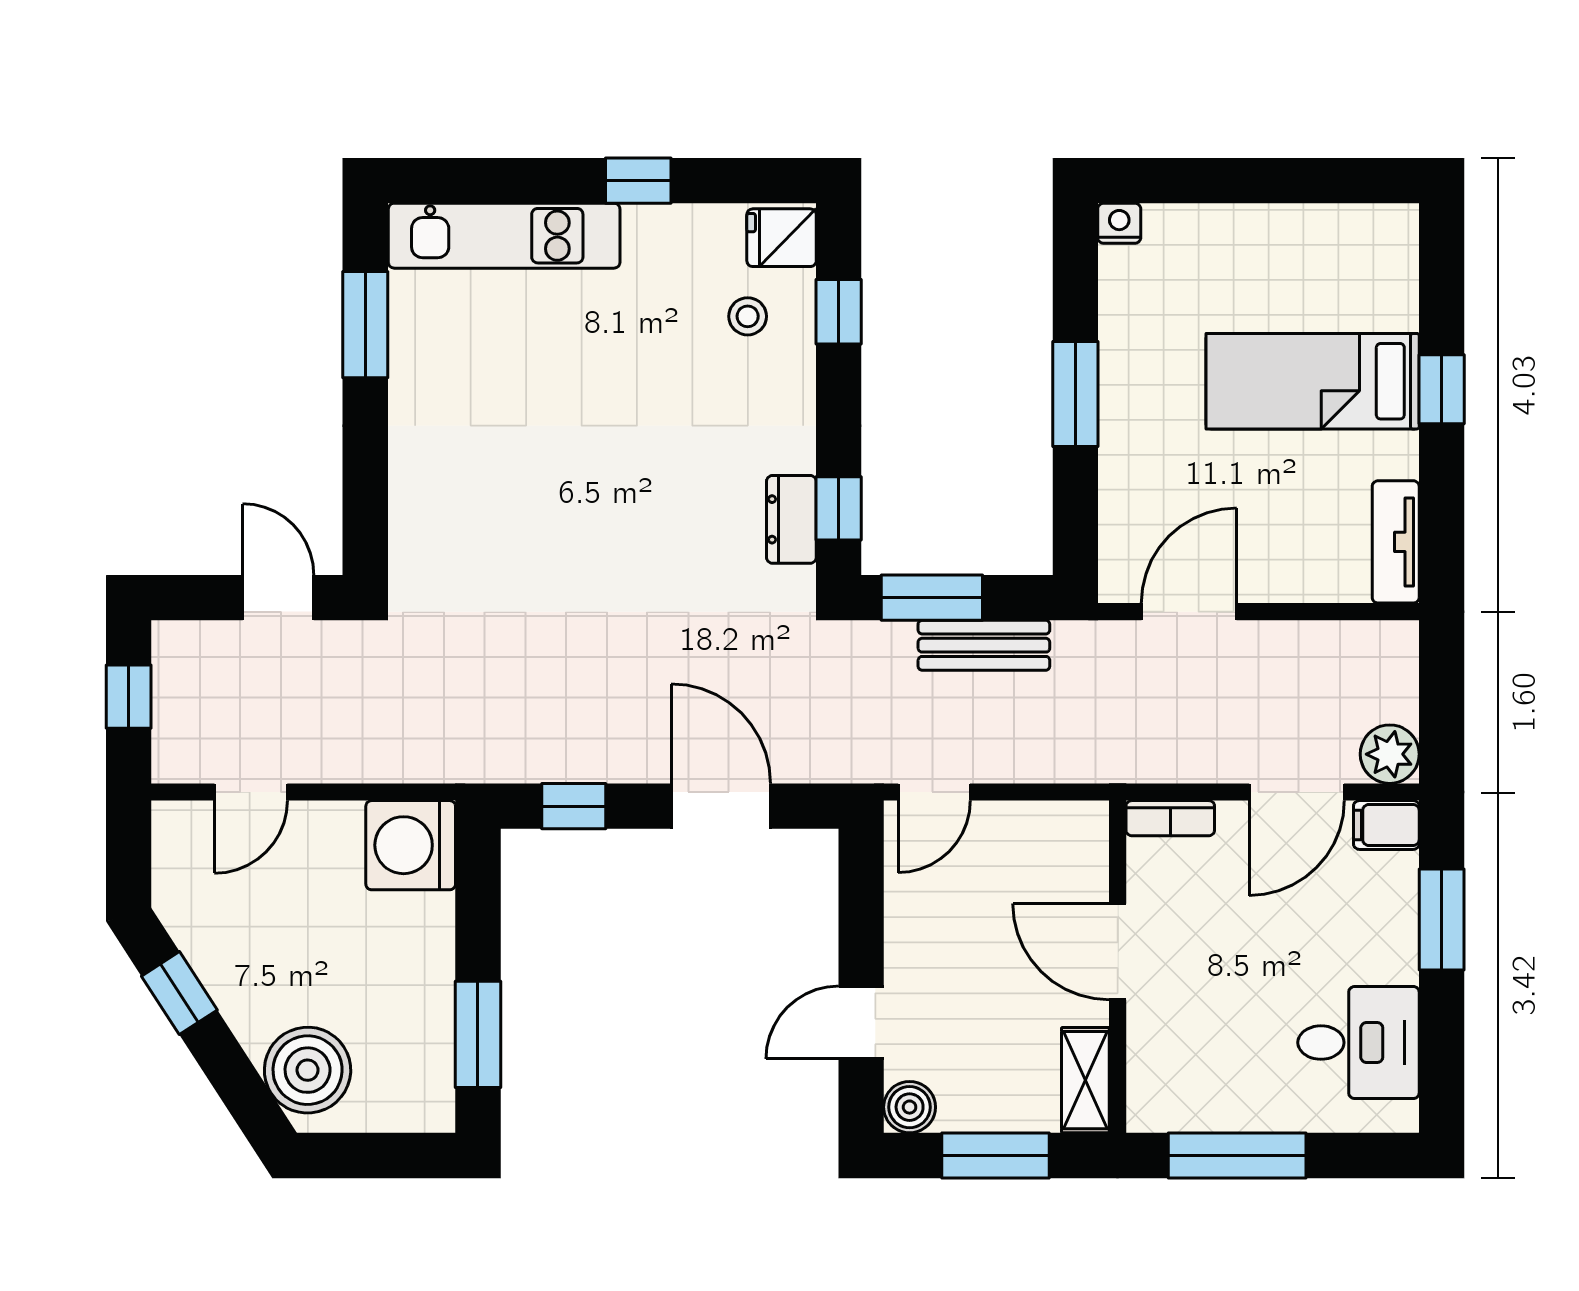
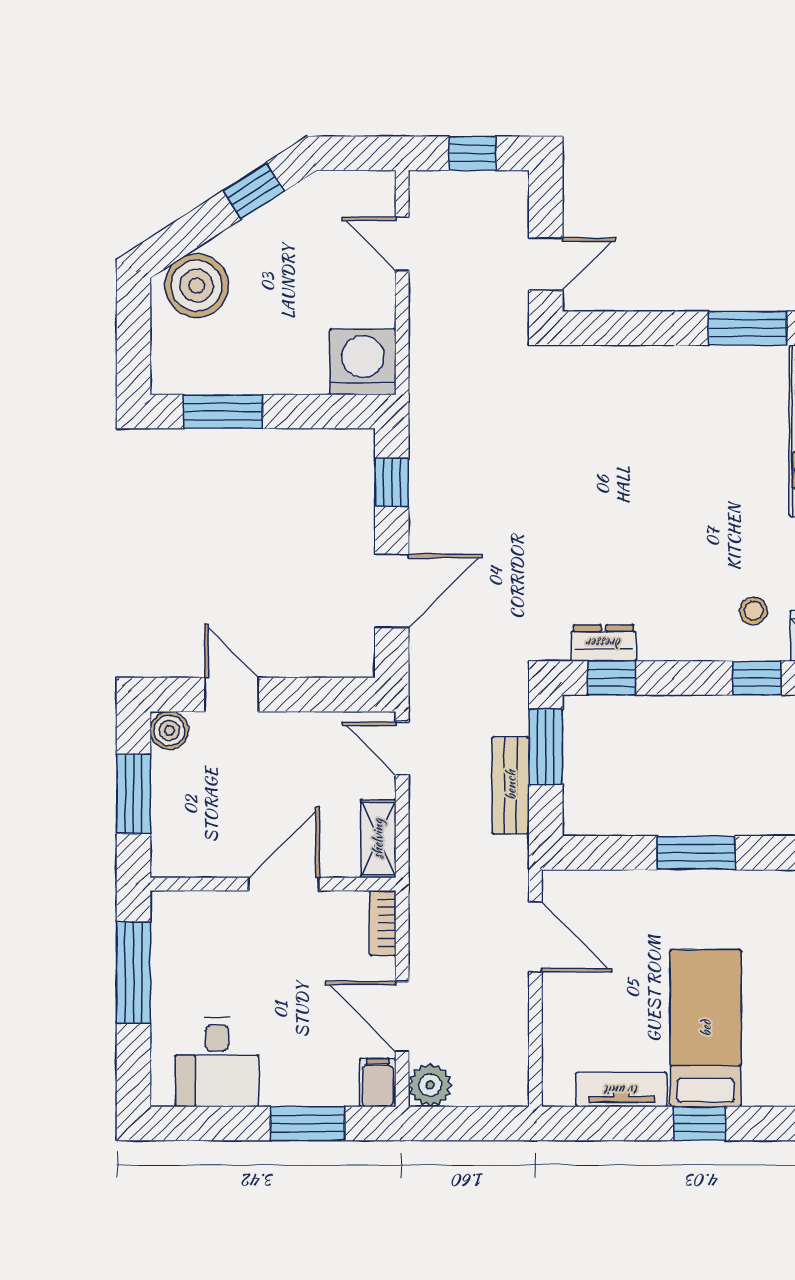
tv unit: (1396, 542) -> (622, 1090), moved
shelving: (1085, 1080) -> (378, 839), moved, turned 90

